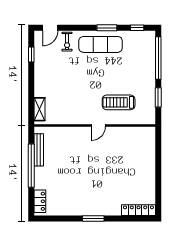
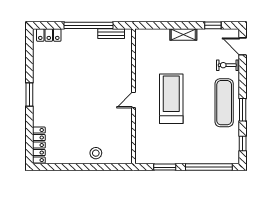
treadmill: (119, 102) -> (171, 99), moved, width x1.37, depth x1.38
shelving: (40, 109) -> (183, 34), moved
door: (98, 125) -> (133, 100), hinge flipped
bench: (39, 150) -> (111, 34), width x0.73
stool: (146, 159) -> (96, 153), added

